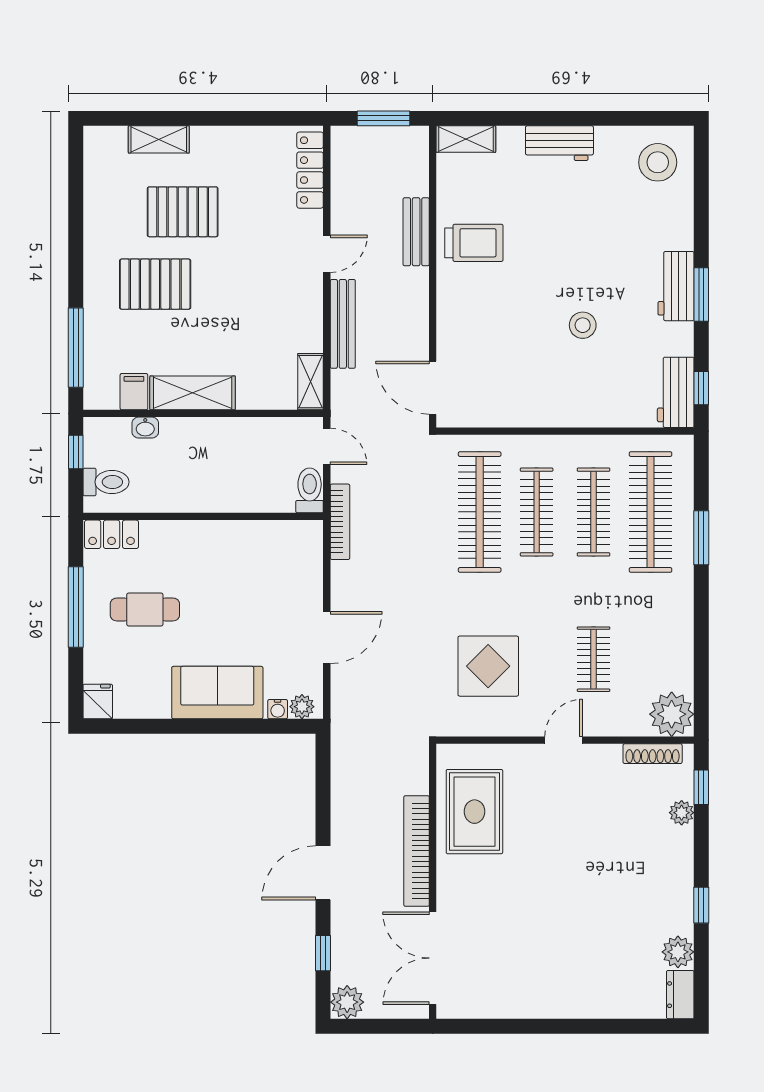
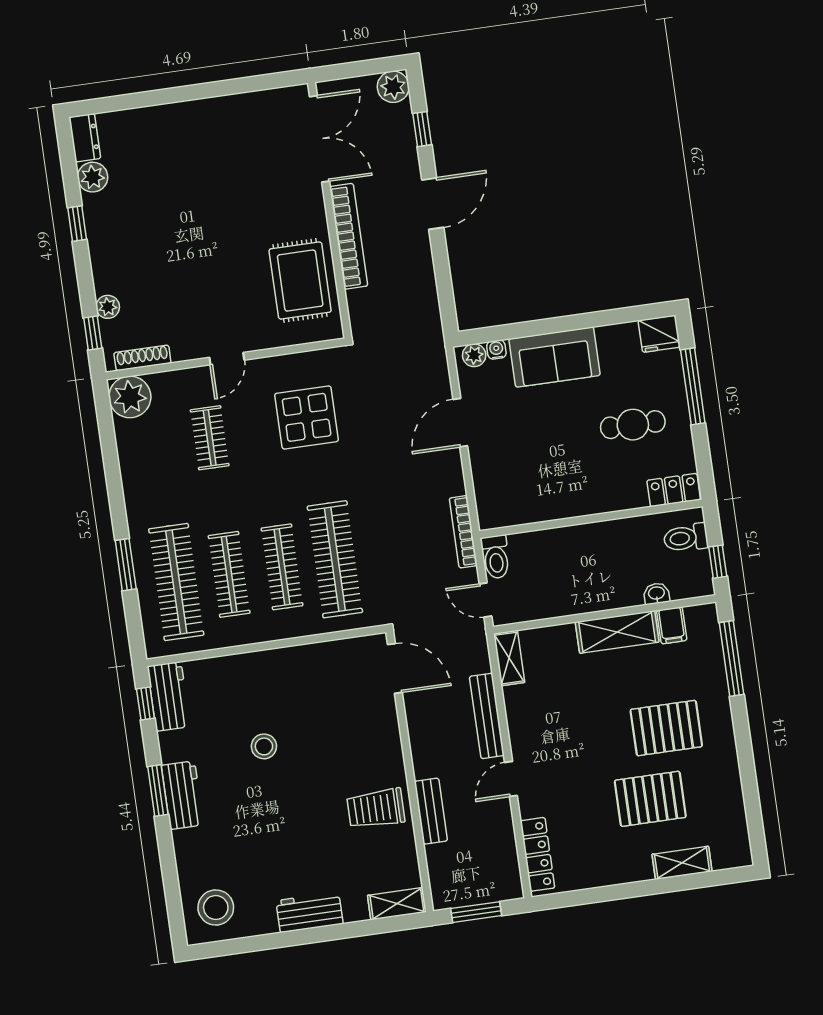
window: (76, 607) -> (693, 386), moved
fridge: (98, 701) -> (659, 334), width x1.38

